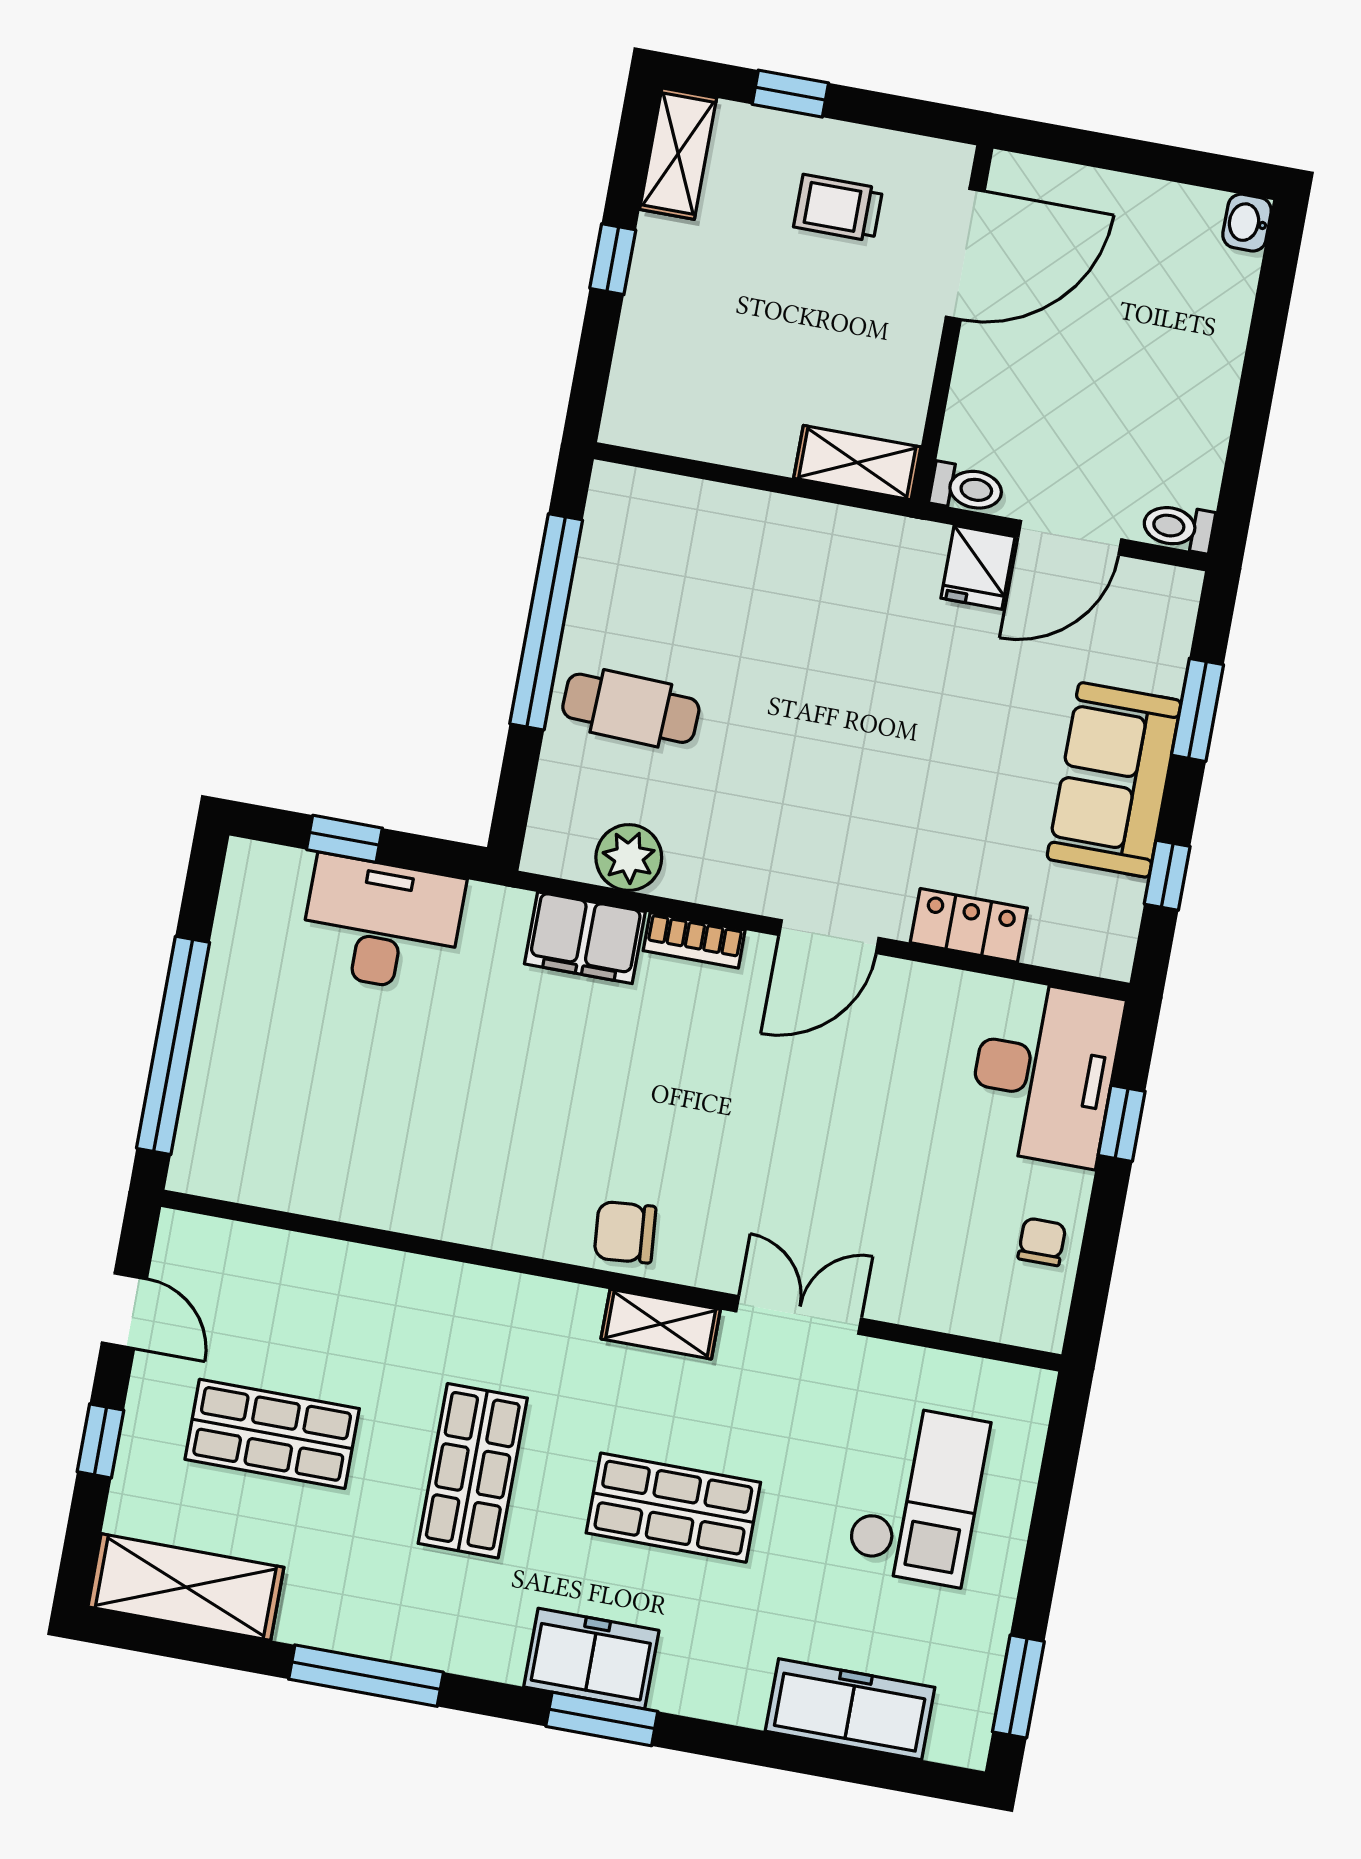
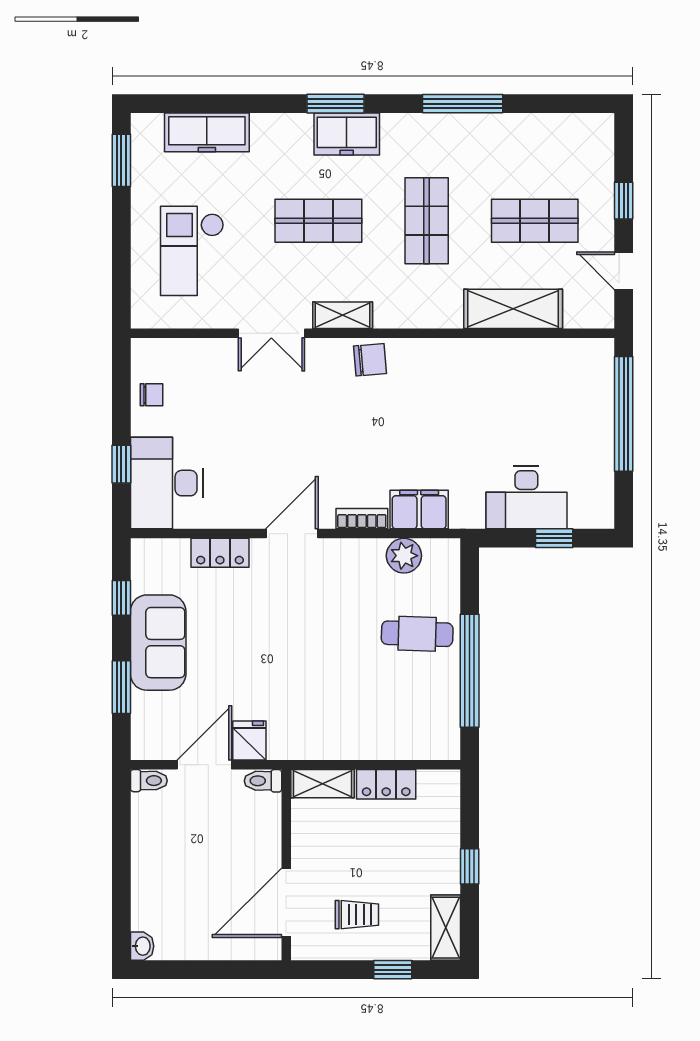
locker: (739, 440) -> (386, 784), added
chair: (1042, 1242) -> (152, 395), turned -90
shelving: (186, 1587) -> (513, 309), moved

